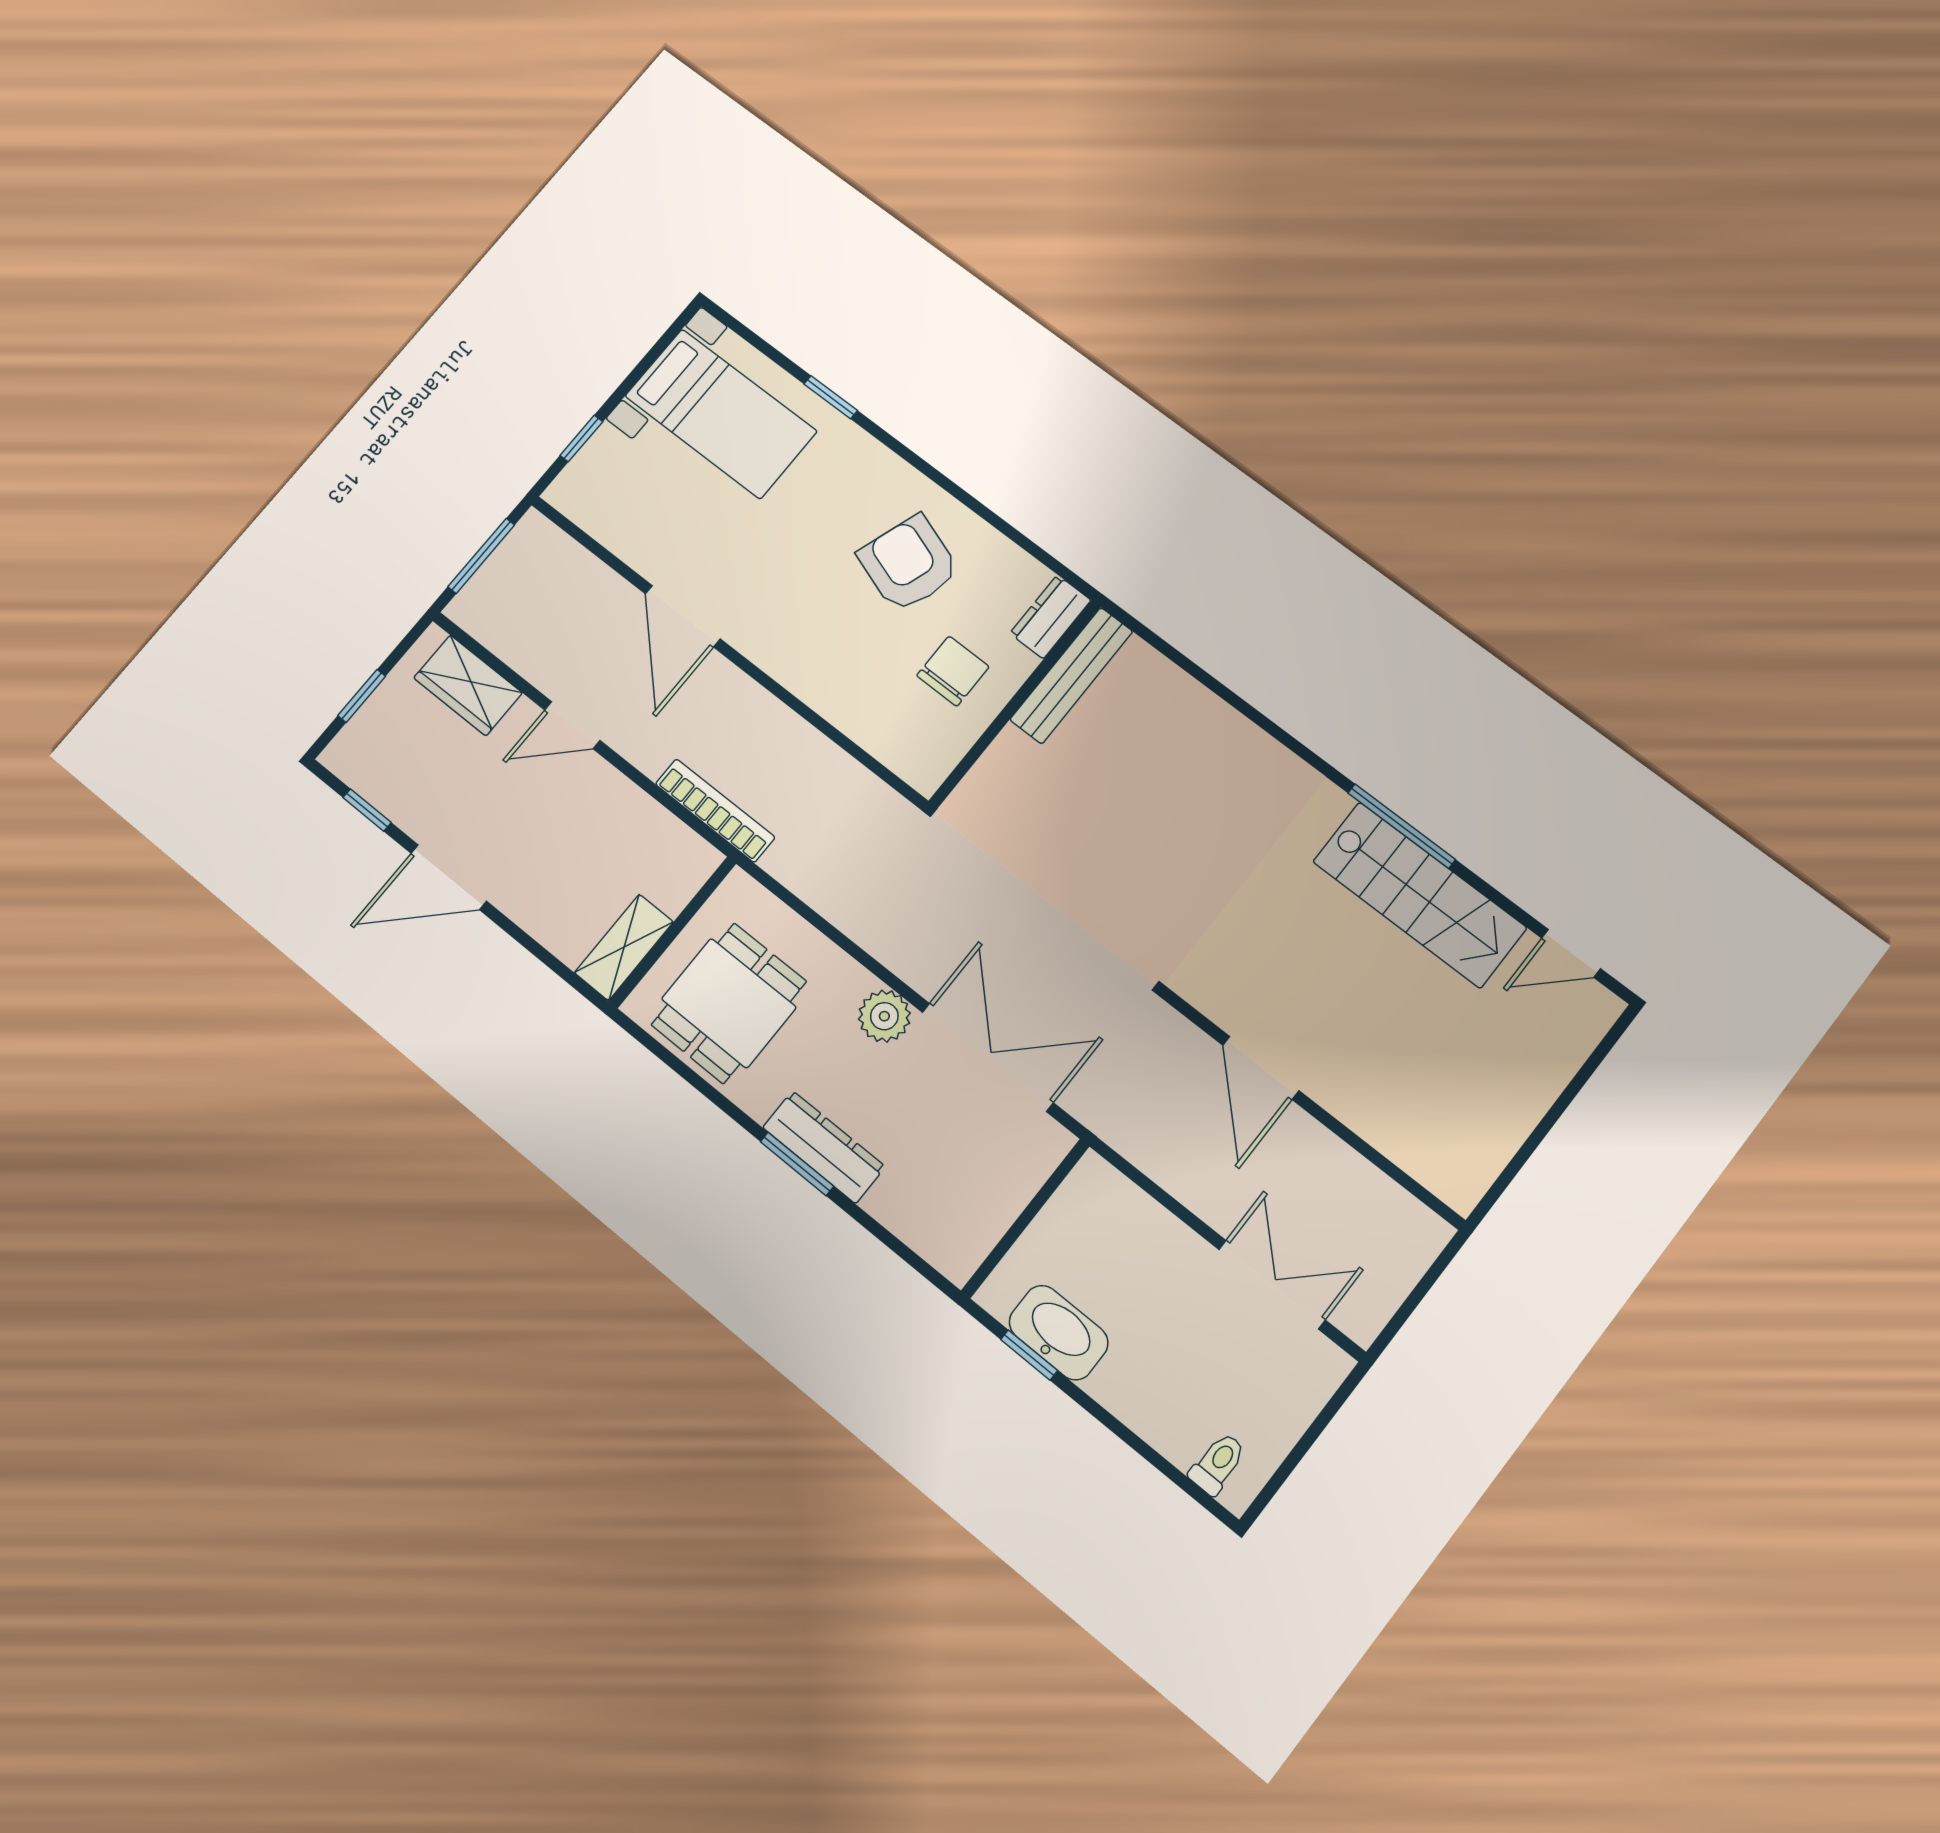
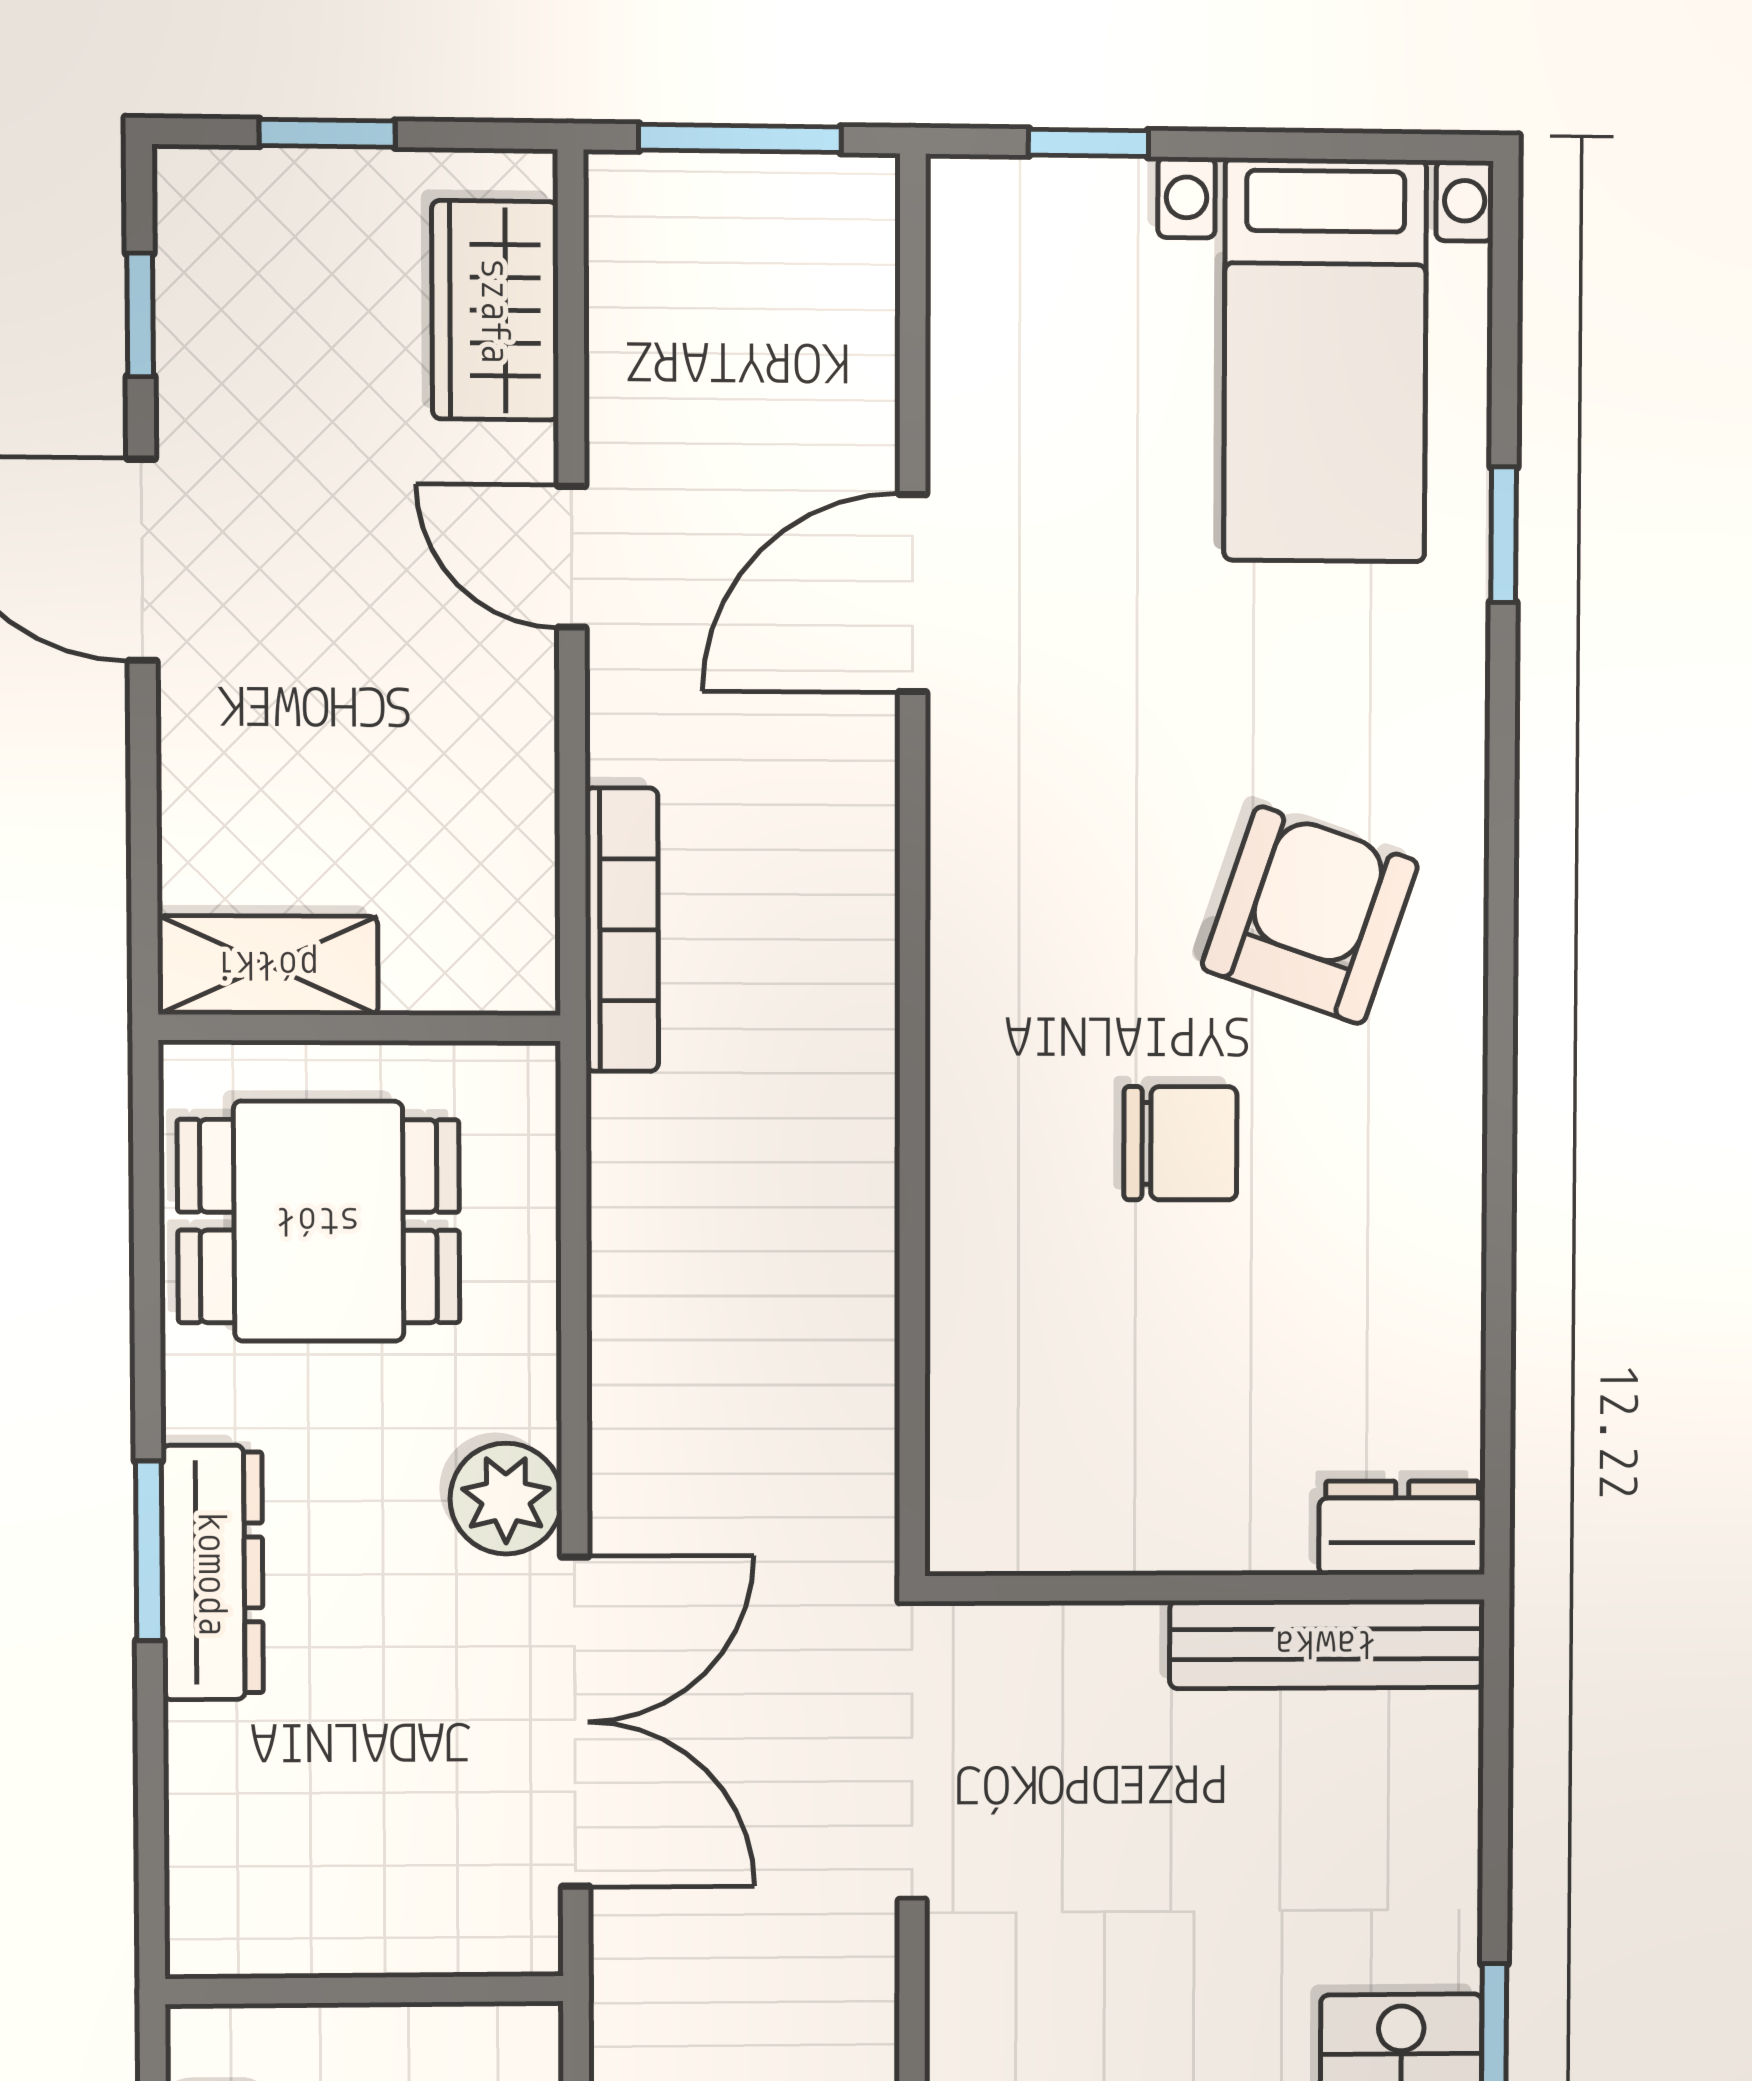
dresser: (1050, 617) -> (1402, 1528), moved
bench: (1071, 676) -> (1327, 1644), moved
wall: (1015, 703) -> (1205, 1588), moved

